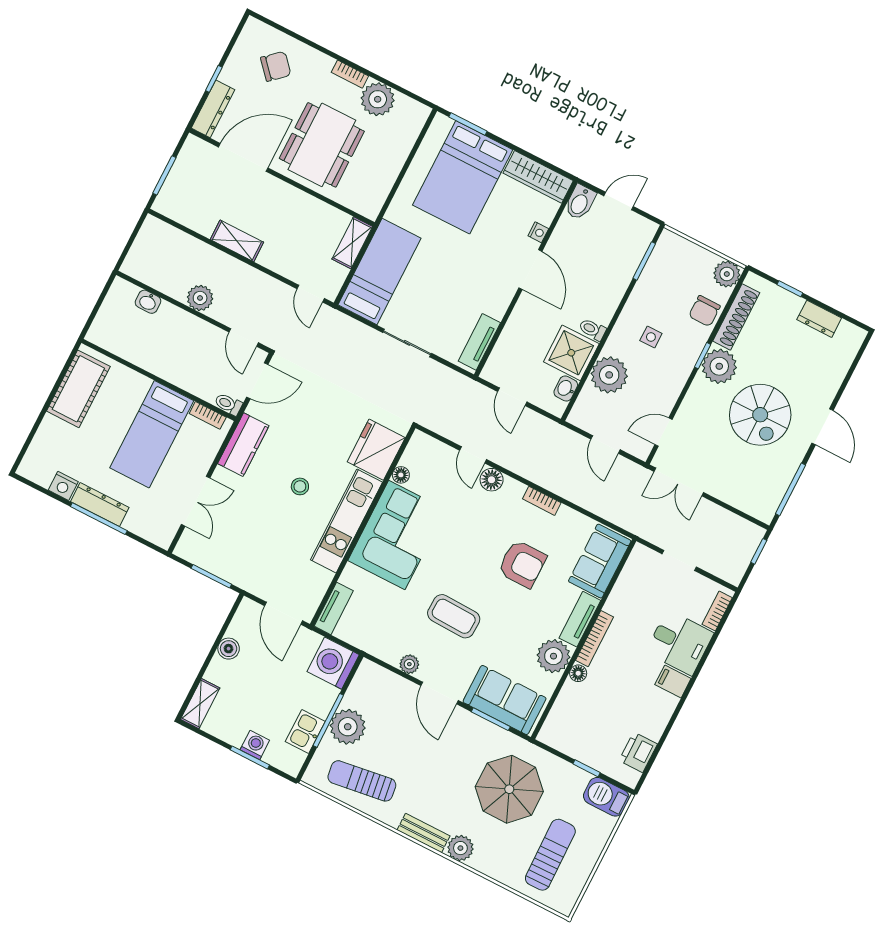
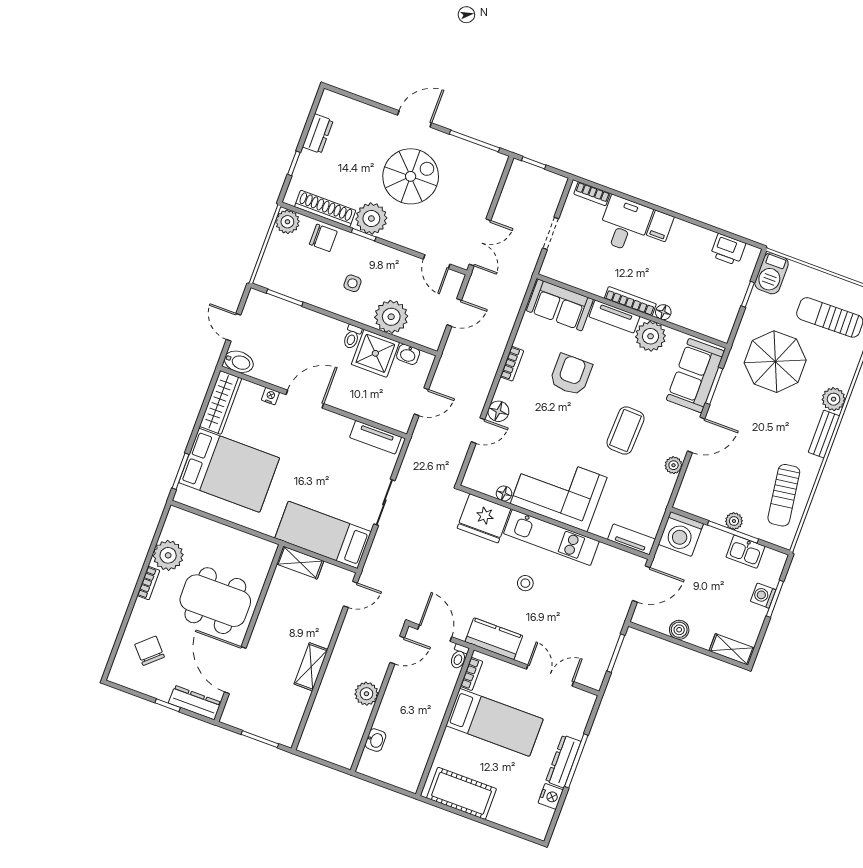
plant: (348, 727) -> (734, 521), width x0.53, depth x0.53

